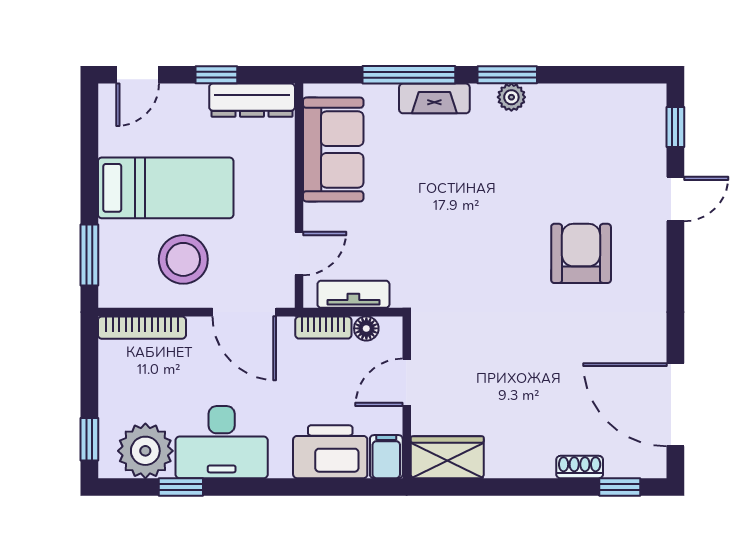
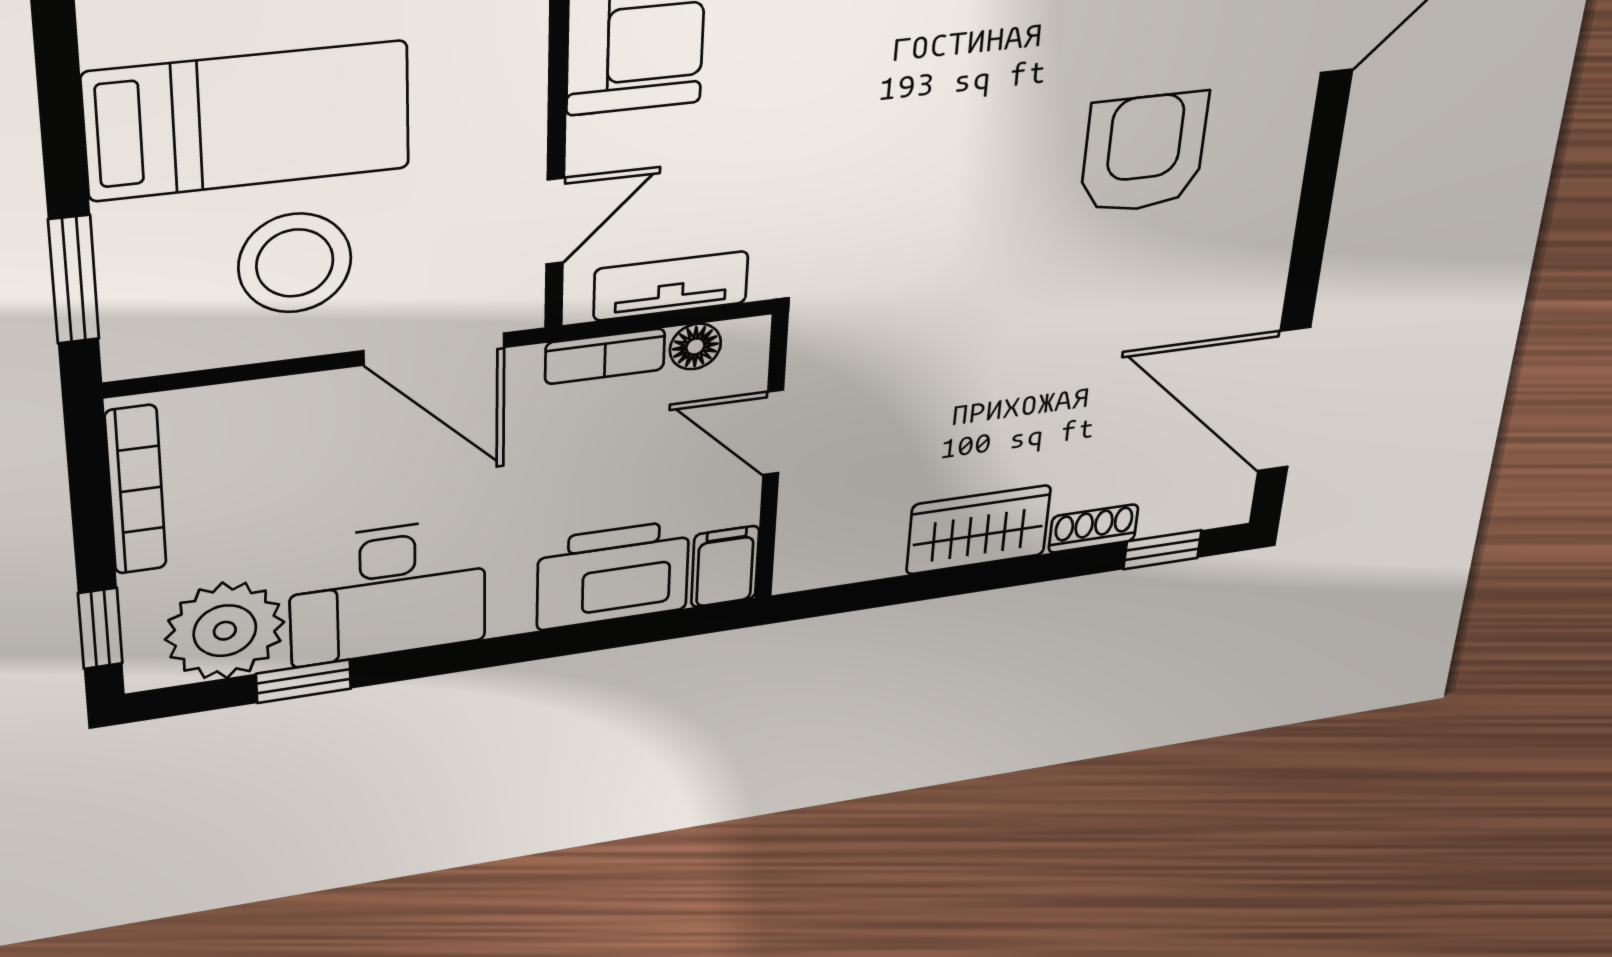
bookcase: (142, 328) -> (136, 490), moved, turned -90
door: (407, 382) -> (773, 433), hinge flipped
wardrobe: (447, 457) -> (979, 530), moved

